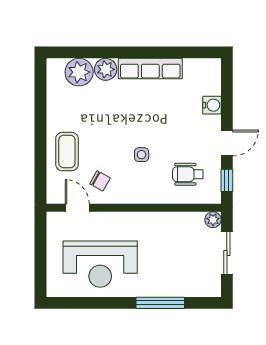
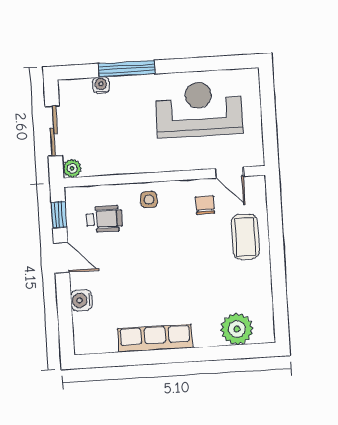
plant: (106, 69) -> (206, 334), removed
door: (227, 143) -> (61, 258), swing flipped
side table: (142, 155) -> (149, 200), moved
chair: (100, 181) -> (205, 205), turned 61
water cooler: (184, 290) -> (101, 85), added

